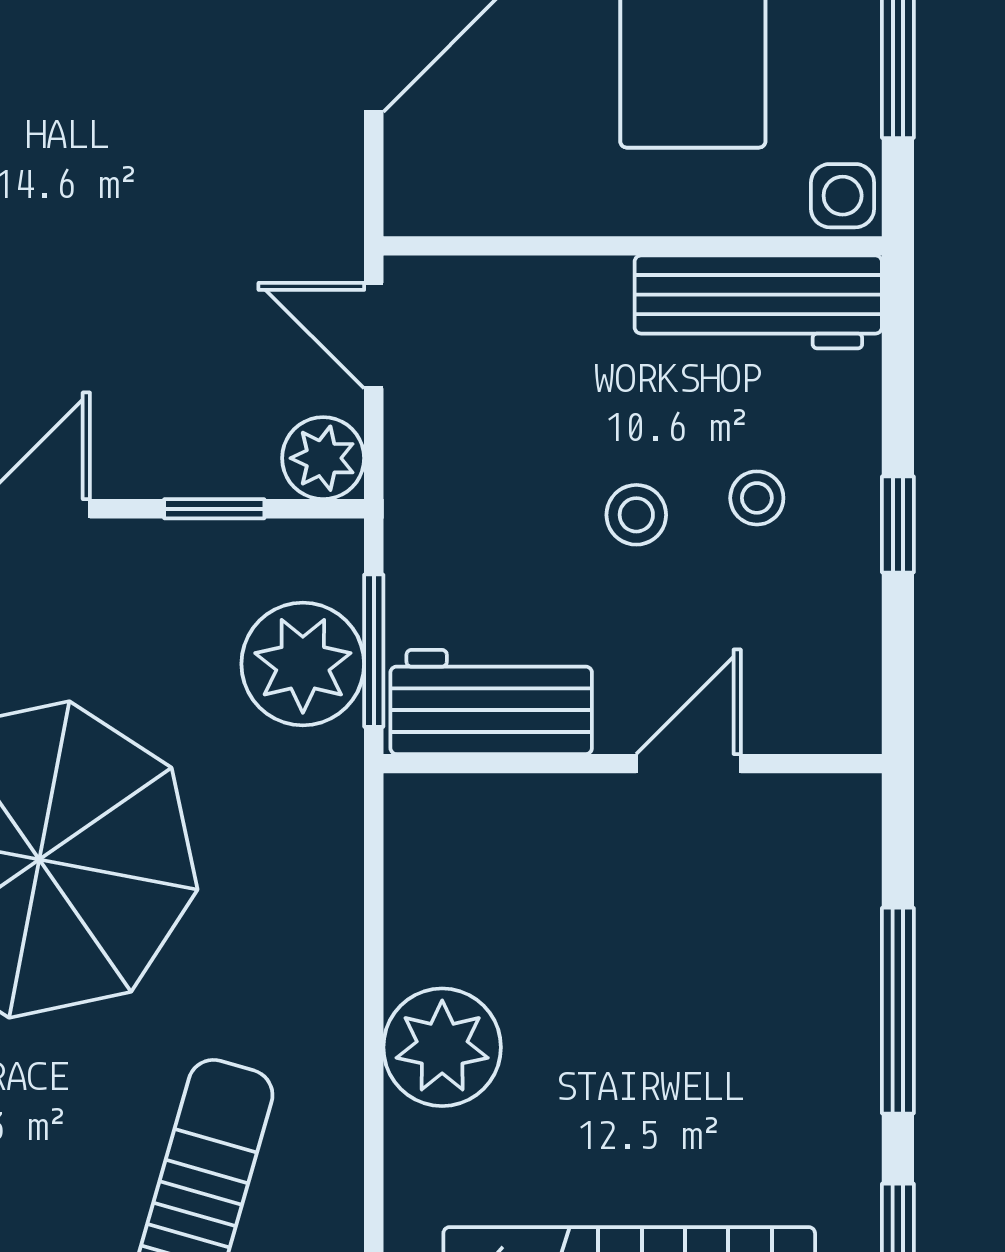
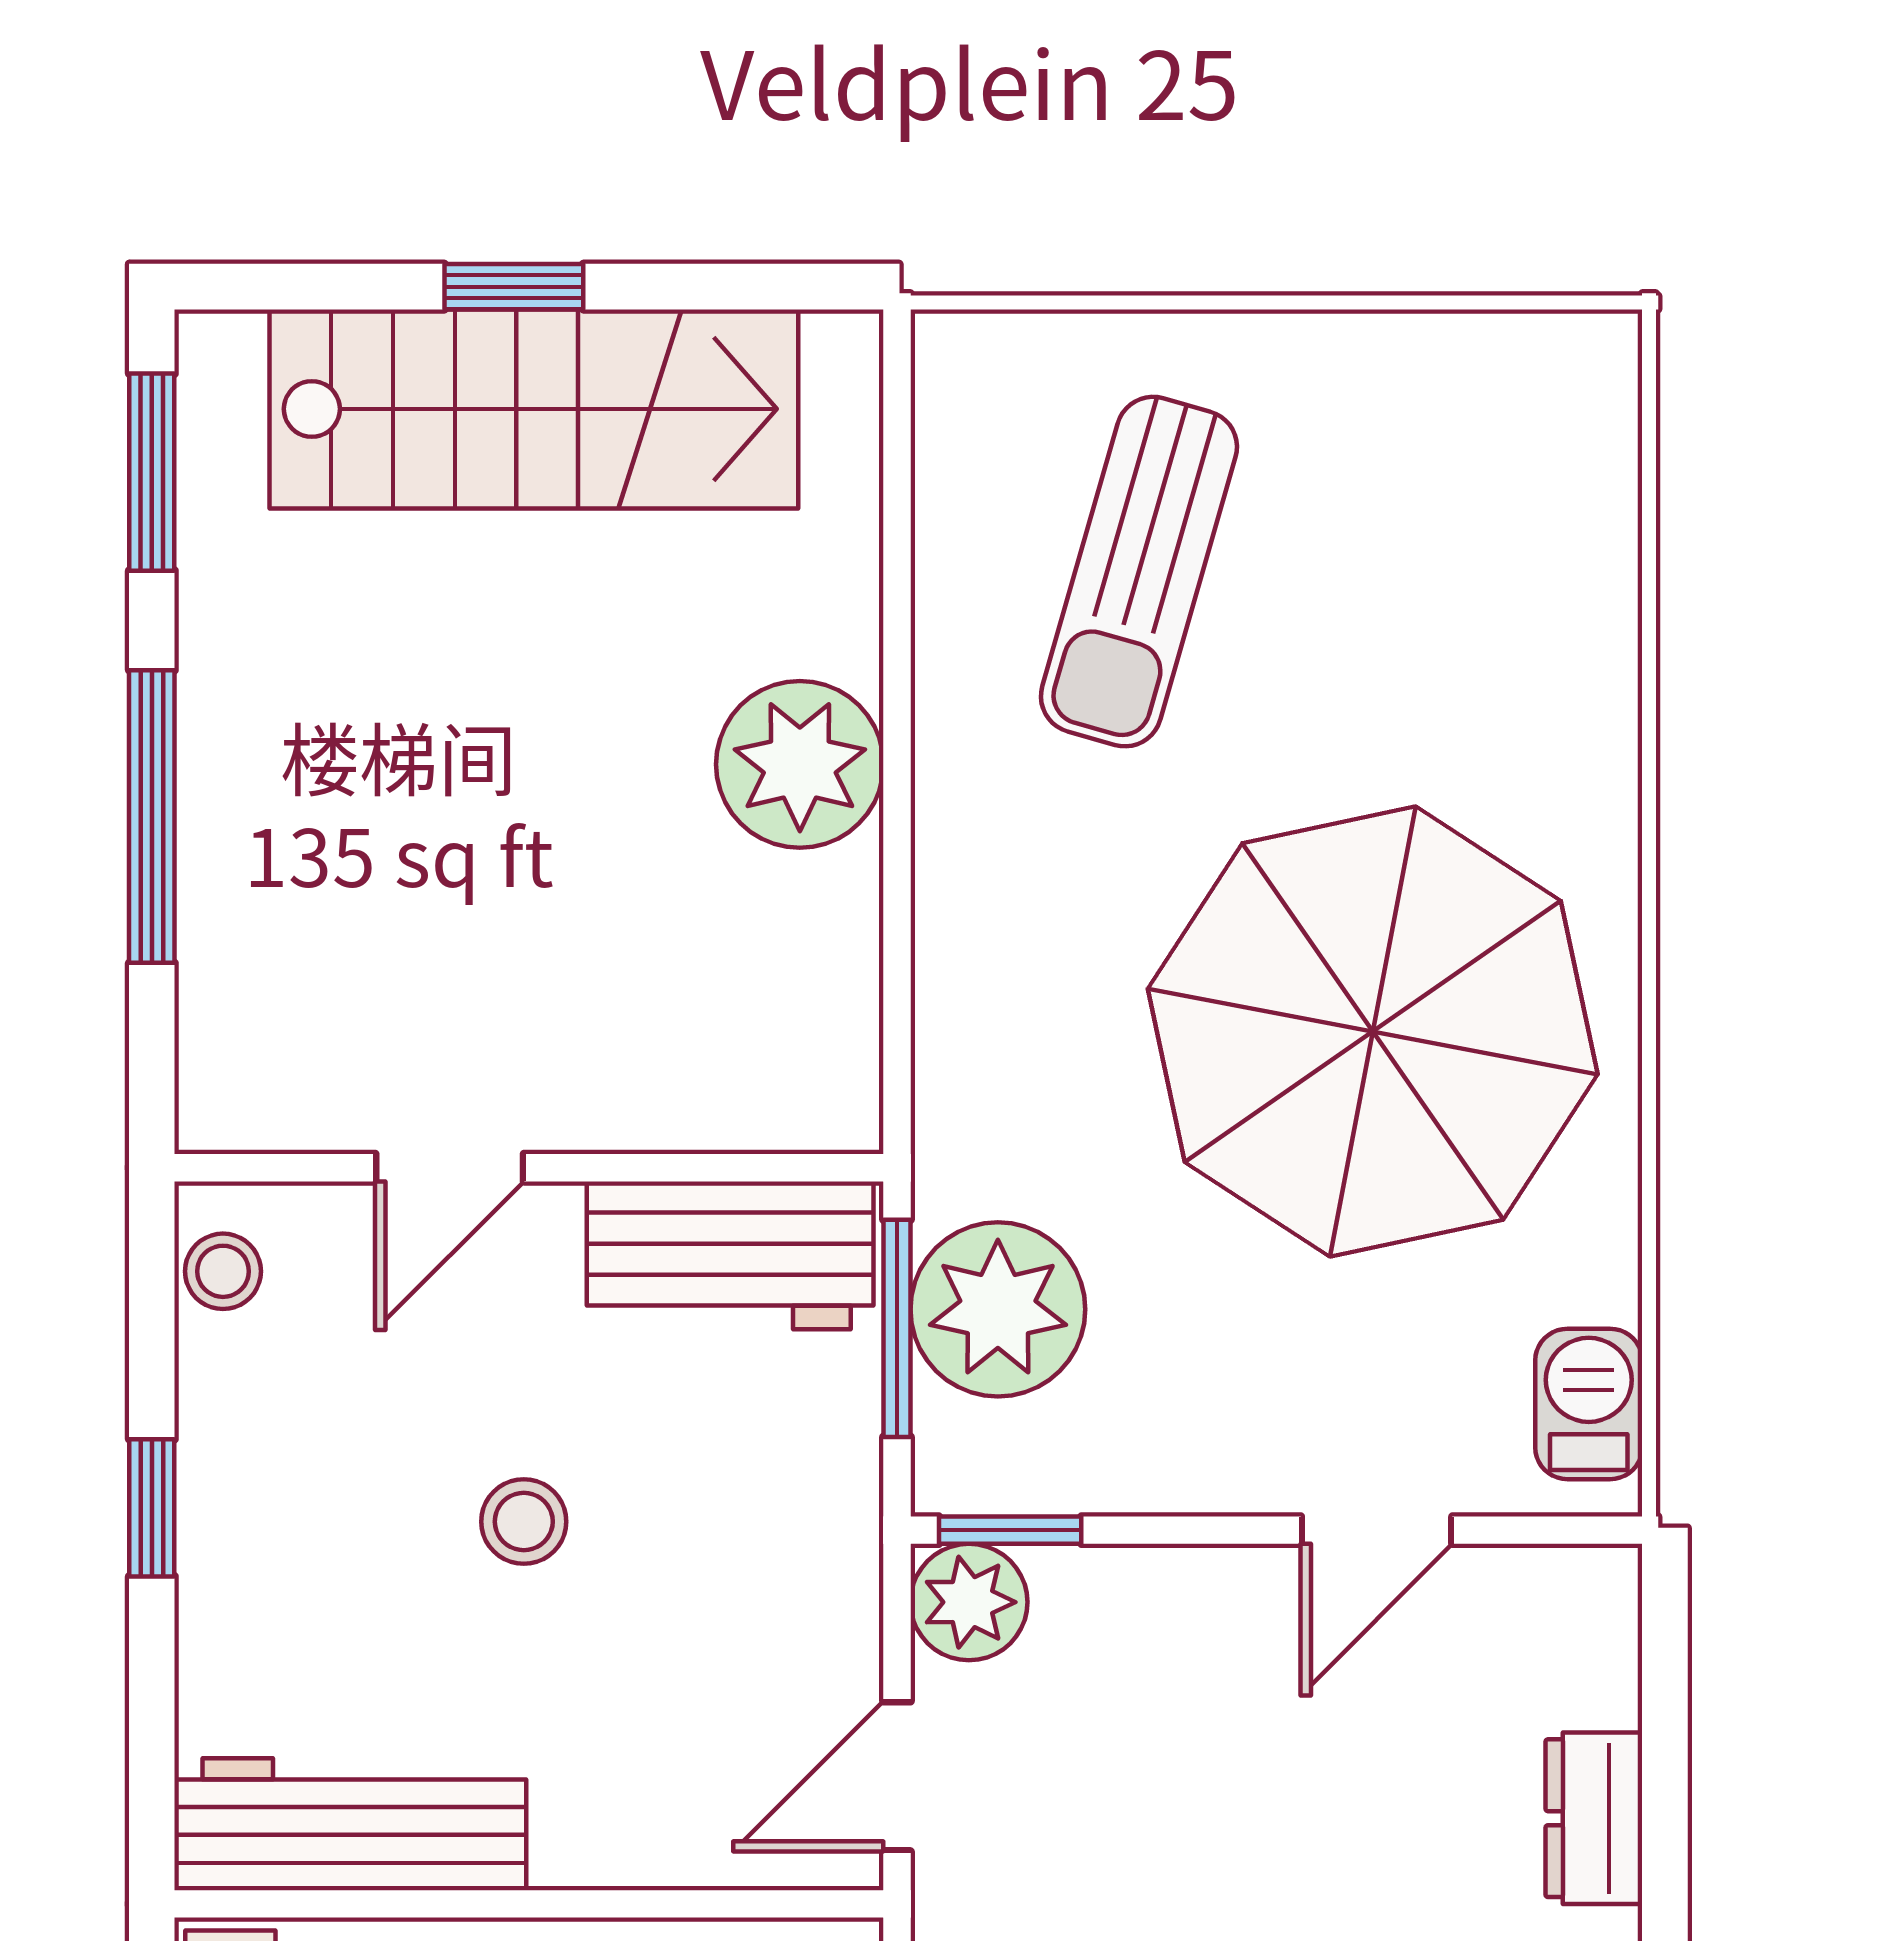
door: (374, 336) -> (897, 1776), swing flipped
stool: (757, 498) -> (223, 1271), moved
window: (214, 509) -> (1010, 1530), moved

